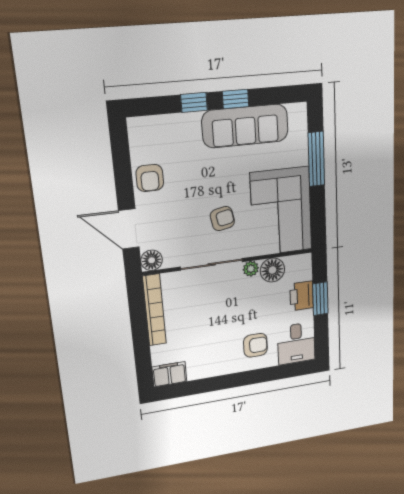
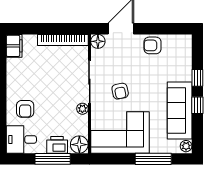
plant: (297, 111) -> (186, 146), added
floor lamp: (272, 270) -> (79, 145), moved
window: (320, 299) -> (53, 159), width x1.44

